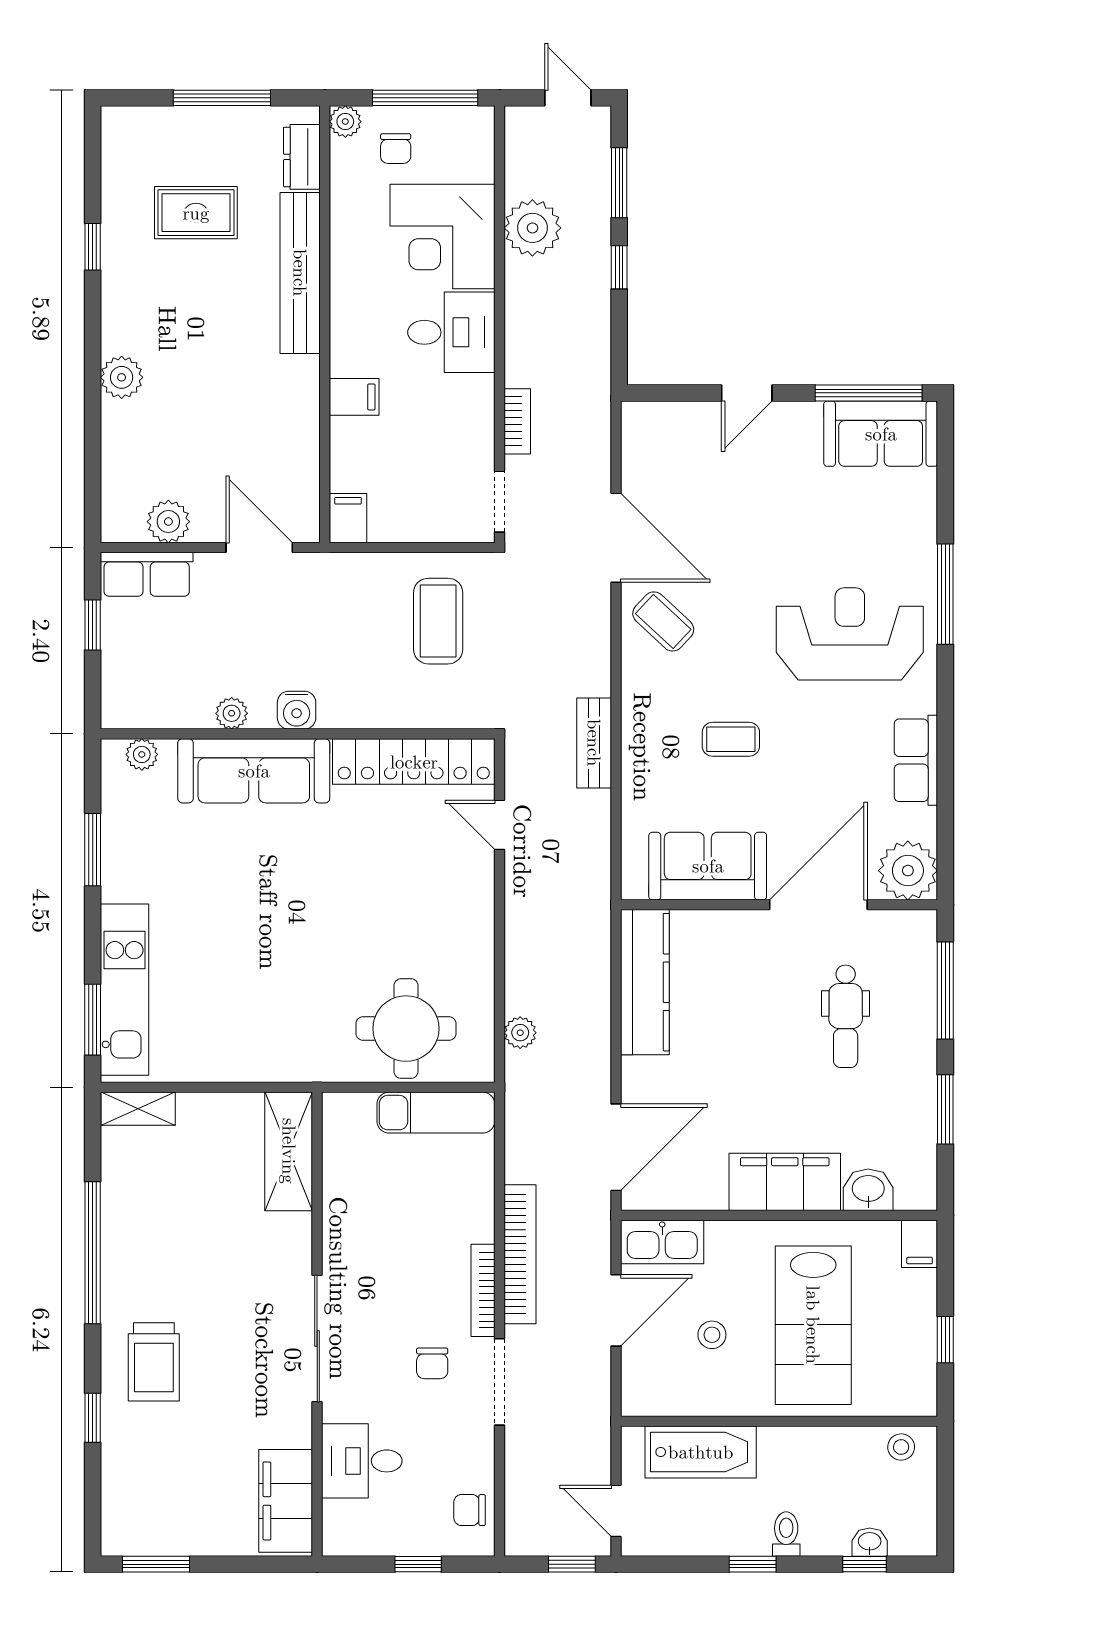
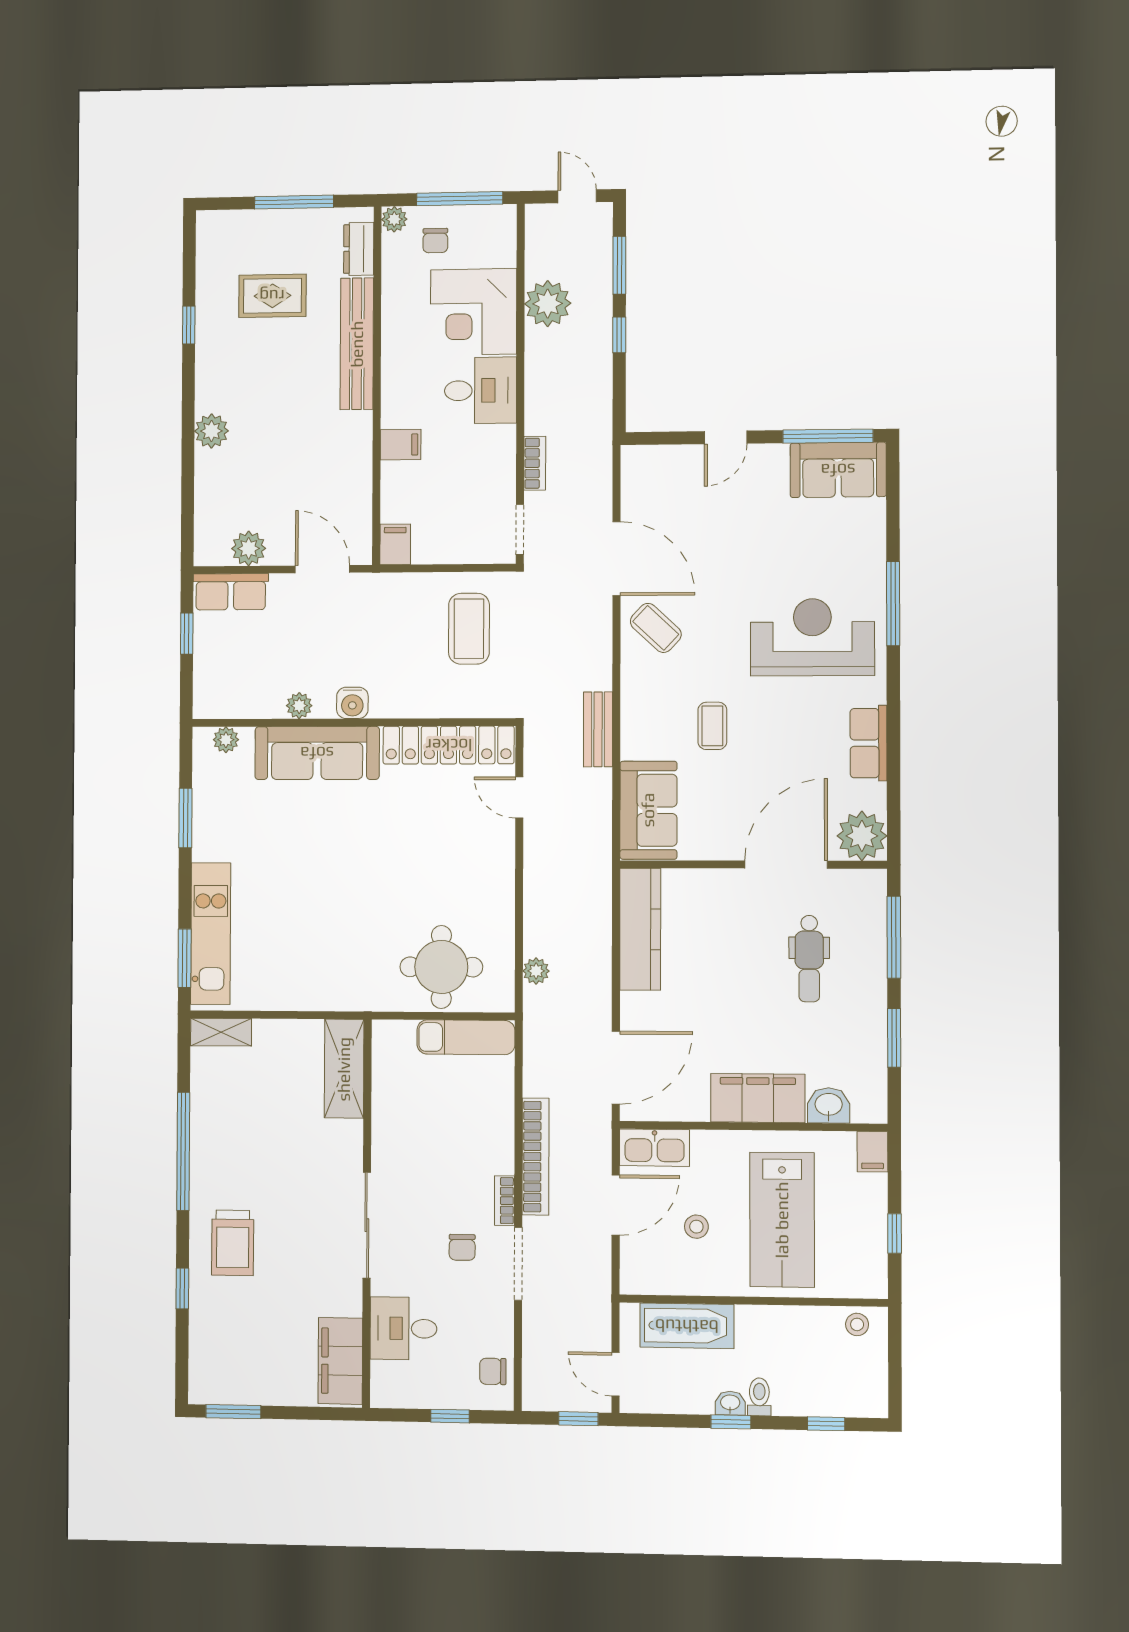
coffee table: (731, 739) -> (712, 726), turned 90
sofa: (708, 866) -> (648, 810), moved, turned 90
bookcase: (483, 1290) -> (505, 1201), width x0.64
washbasin: (870, 1542) -> (730, 1403), moved

